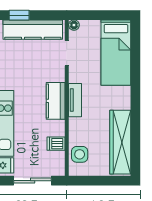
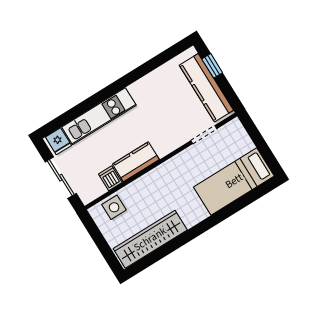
floor lamp: (74, 25) -> (235, 125), removed
tv unit: (75, 100) -> (164, 170), removed
kitchen counter: (56, 101) -> (136, 162), moved

